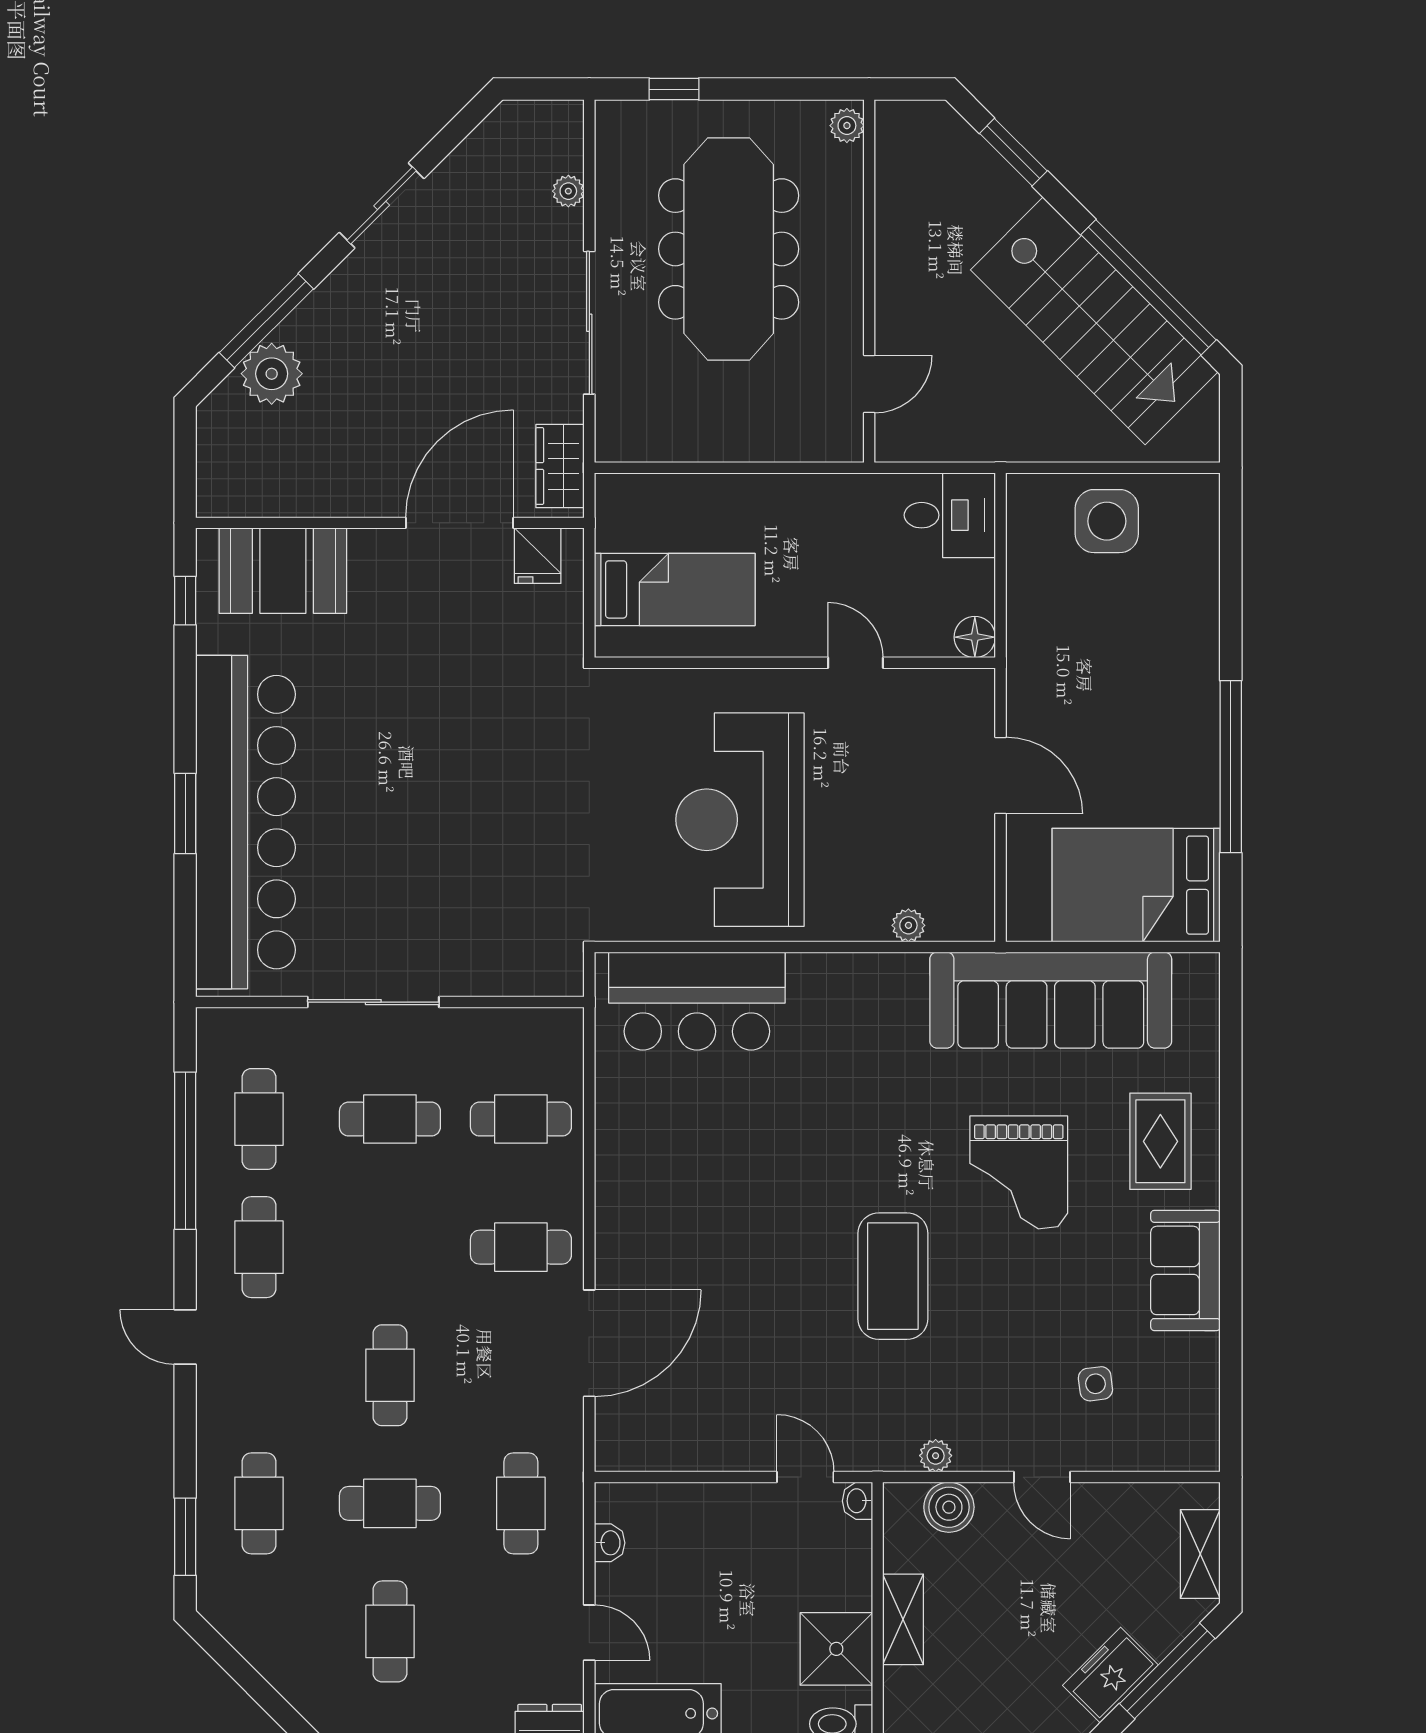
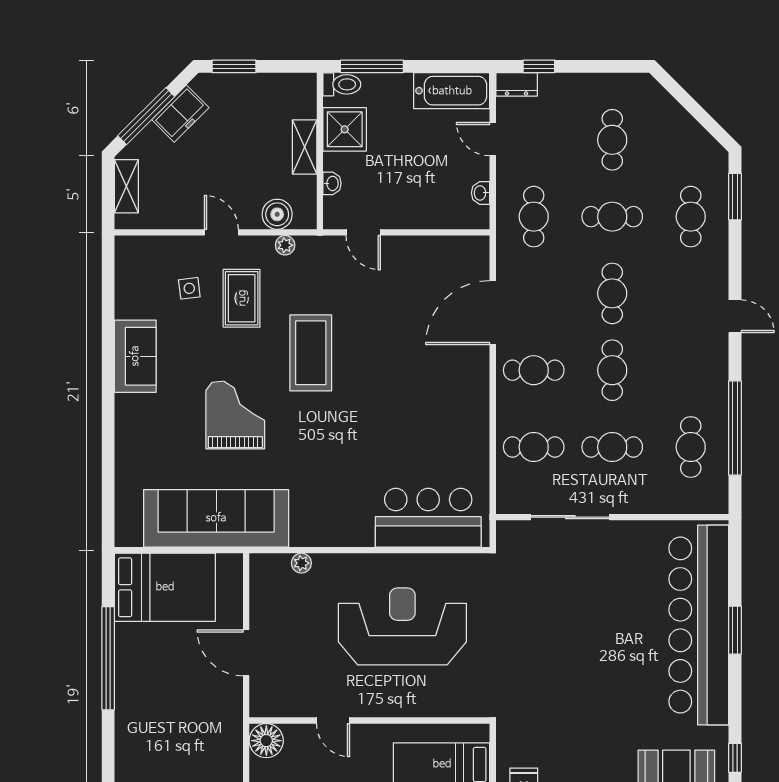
floor lamp: (975, 637) -> (266, 741), width x1.38, depth x1.38
reception desk: (740, 820) -> (402, 626), turned -90
sliding door: (373, 1002) -> (570, 517), moved
rug: (1160, 1141) -> (242, 298), moved
cafe table: (259, 1247) -> (612, 370), moved
washbasin: (857, 1501) -> (332, 183), moved

